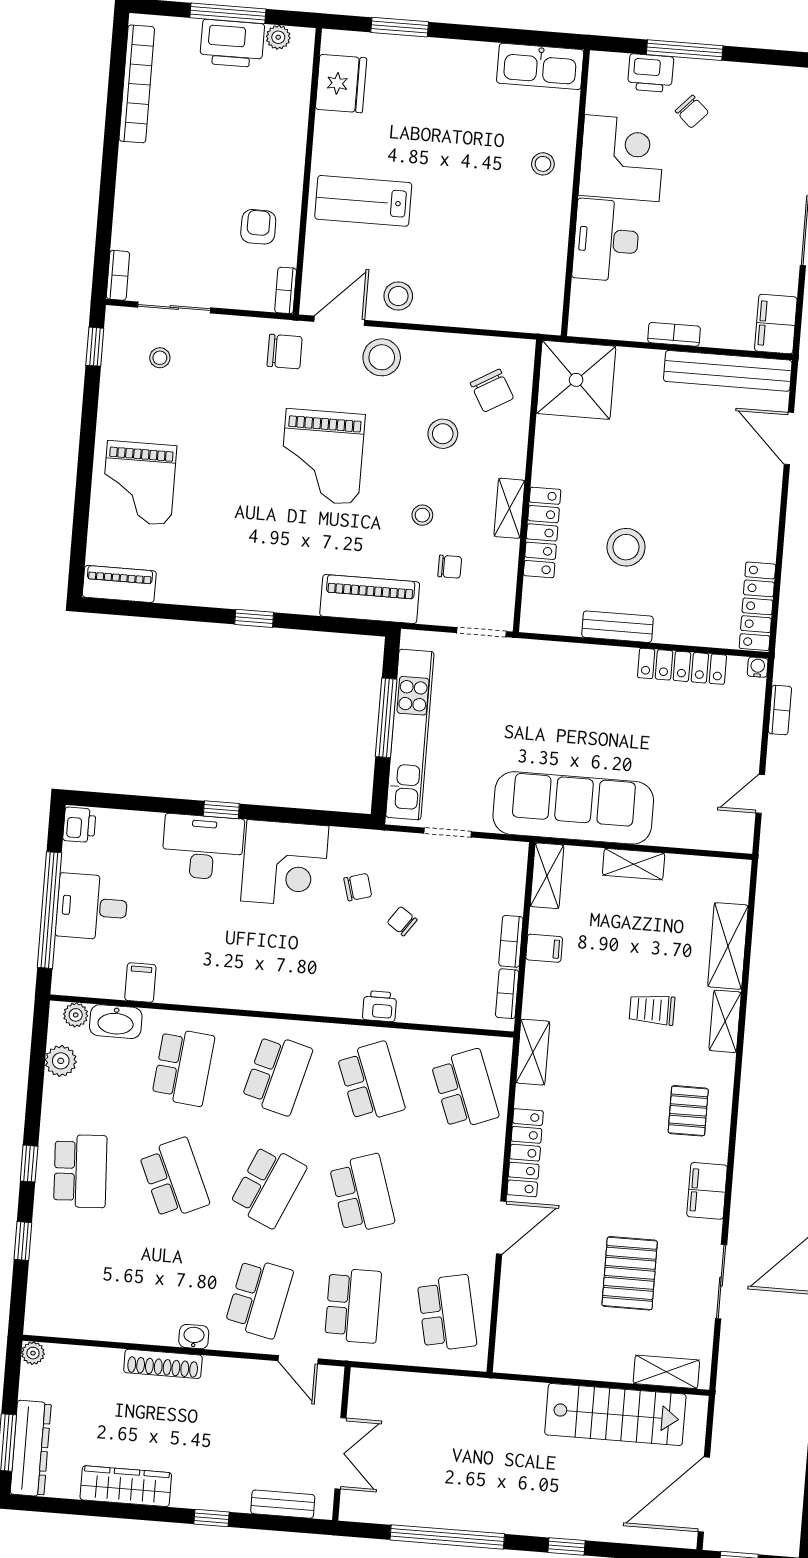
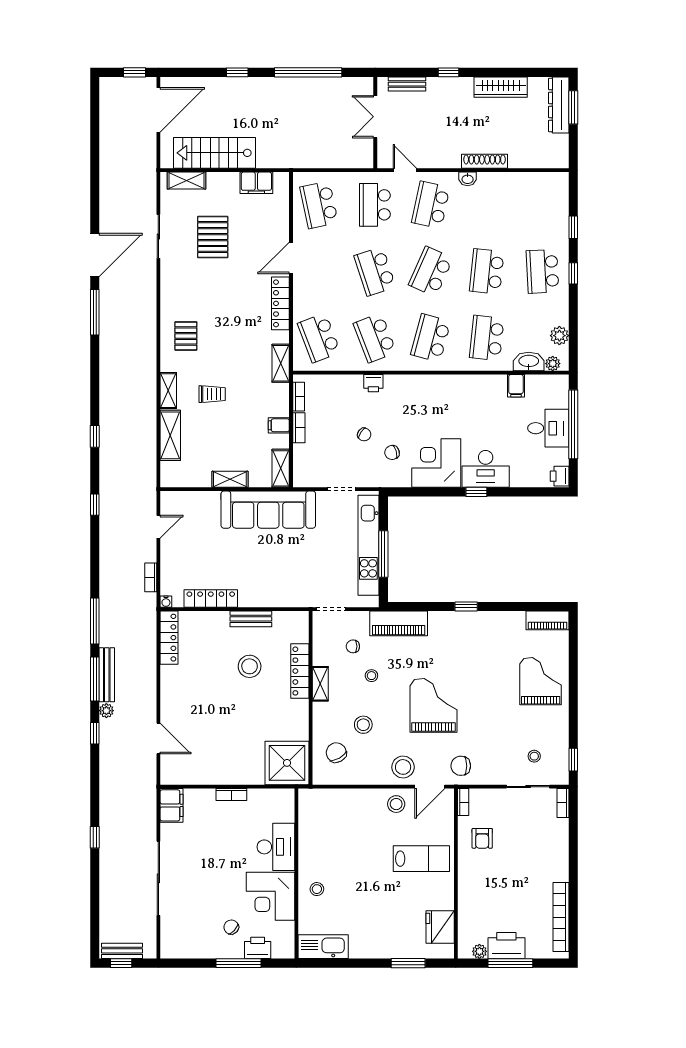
bench: (728, 371) -> (198, 775), removed
school desk: (174, 1179) -> (487, 271), turned 30
filing cabinet: (707, 1191) -> (256, 183), moved, turned 90
plant: (33, 1353) -> (562, 161), removed

